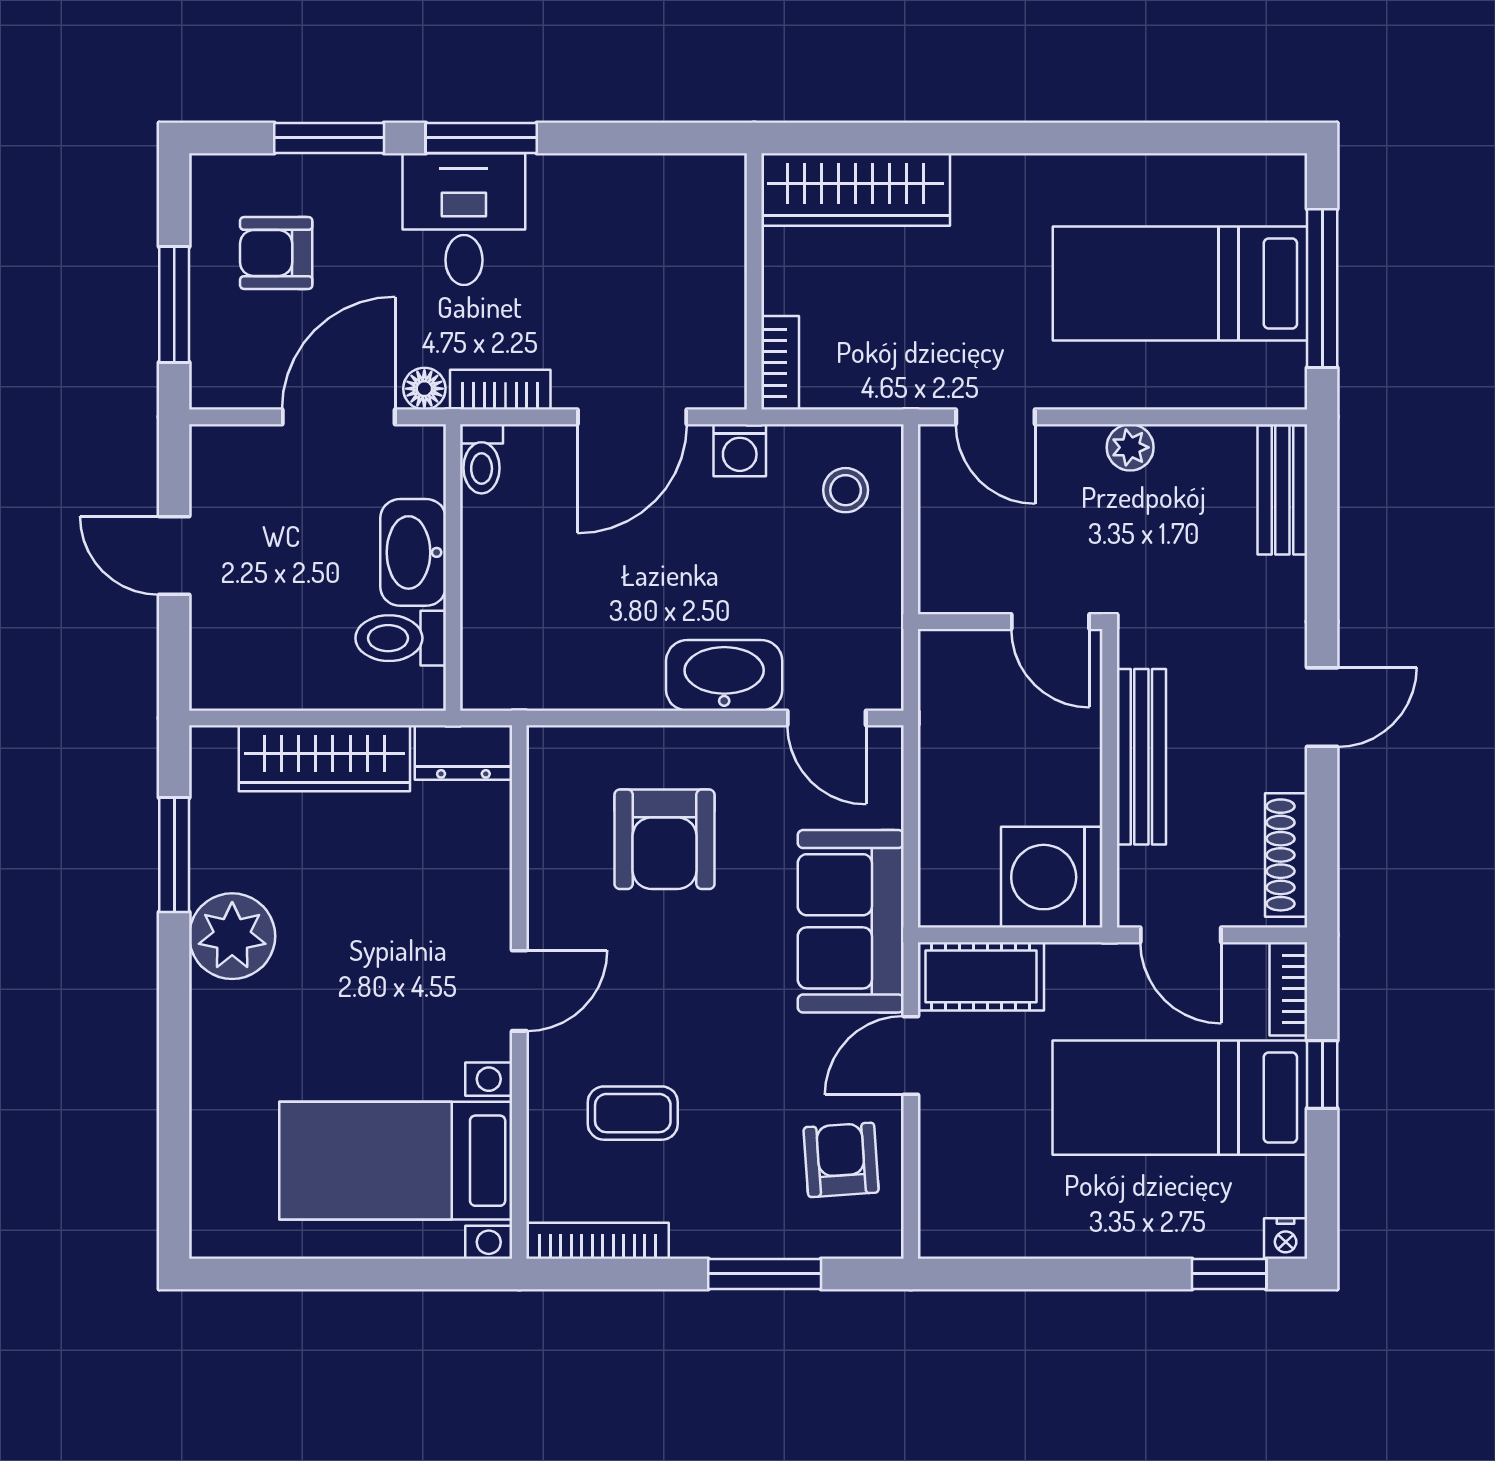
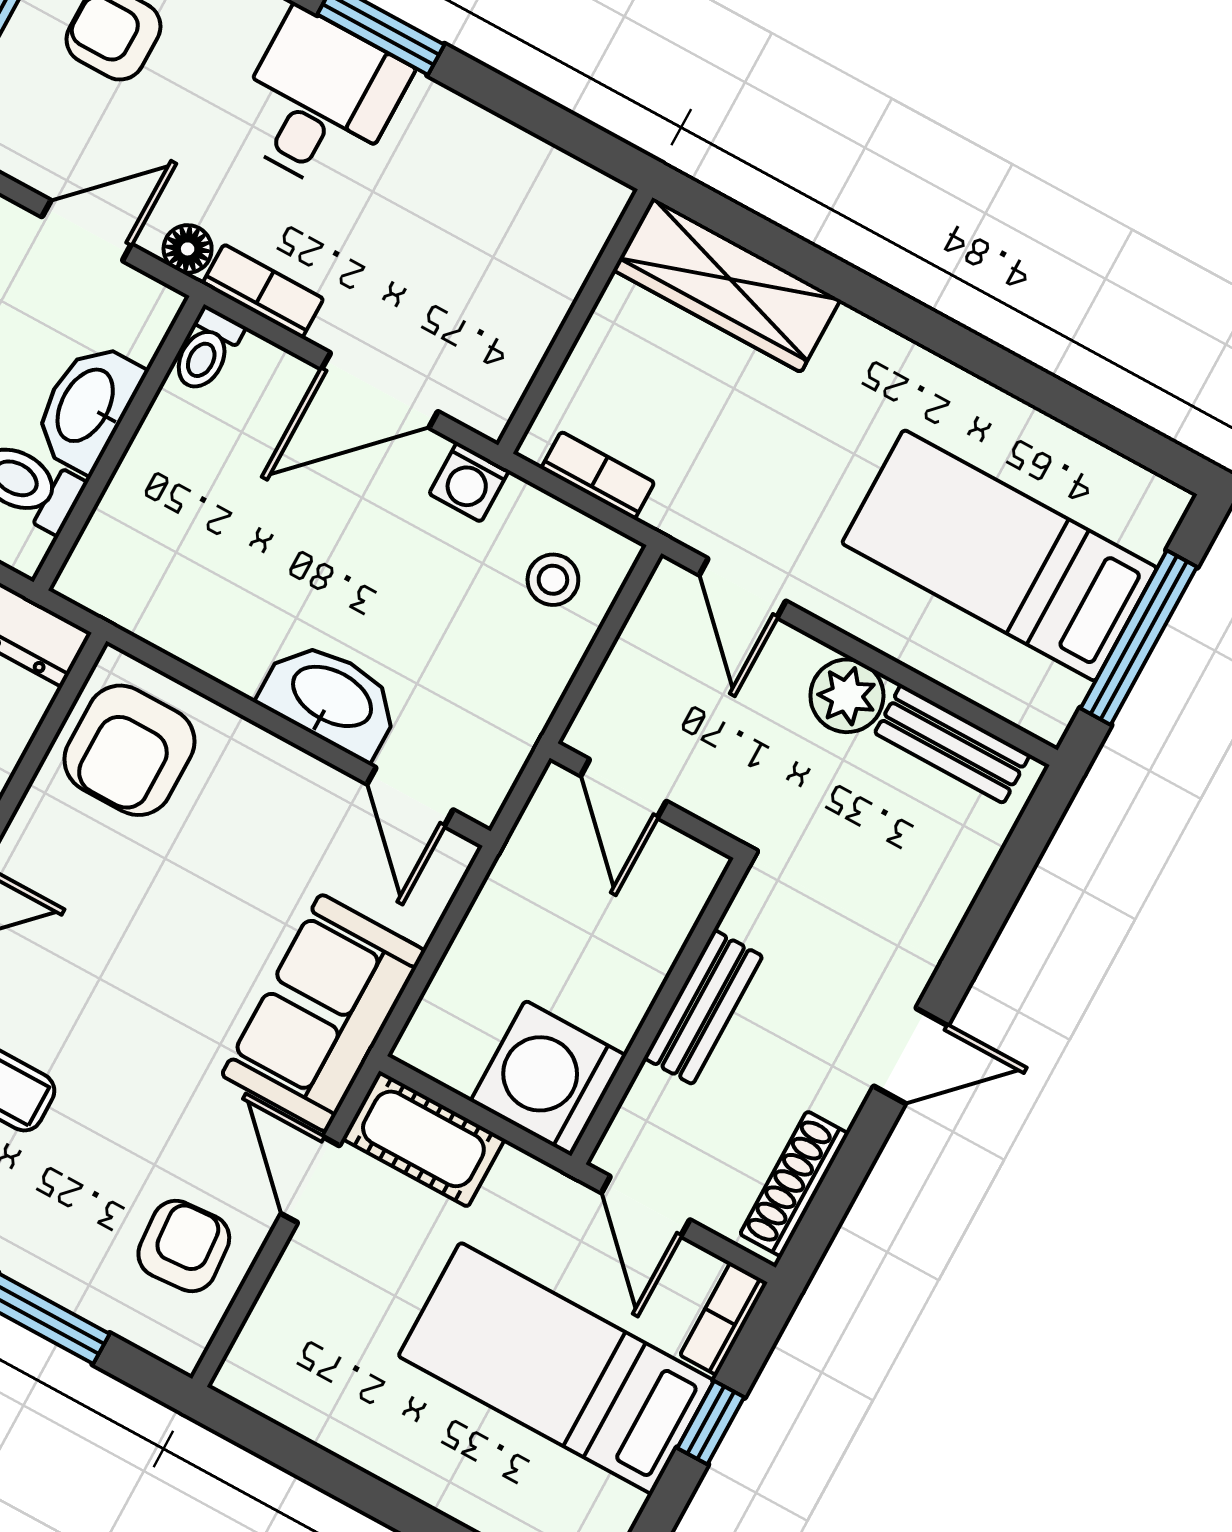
bookcase: (780, 363) -> (598, 475), moved, turned -90
door: (339, 417) -> (87, 230), width x0.73
plant: (1130, 447) -> (847, 696), width x1.38, depth x1.38
bench: (1282, 490) -> (952, 744), moved, turned 90
door: (1050, 622) -> (623, 788), moved
bench: (1141, 757) -> (703, 1007), width x0.73
armchair: (665, 839) -> (129, 750), moved
door: (911, 1055) -> (310, 1180), hinge flipped

